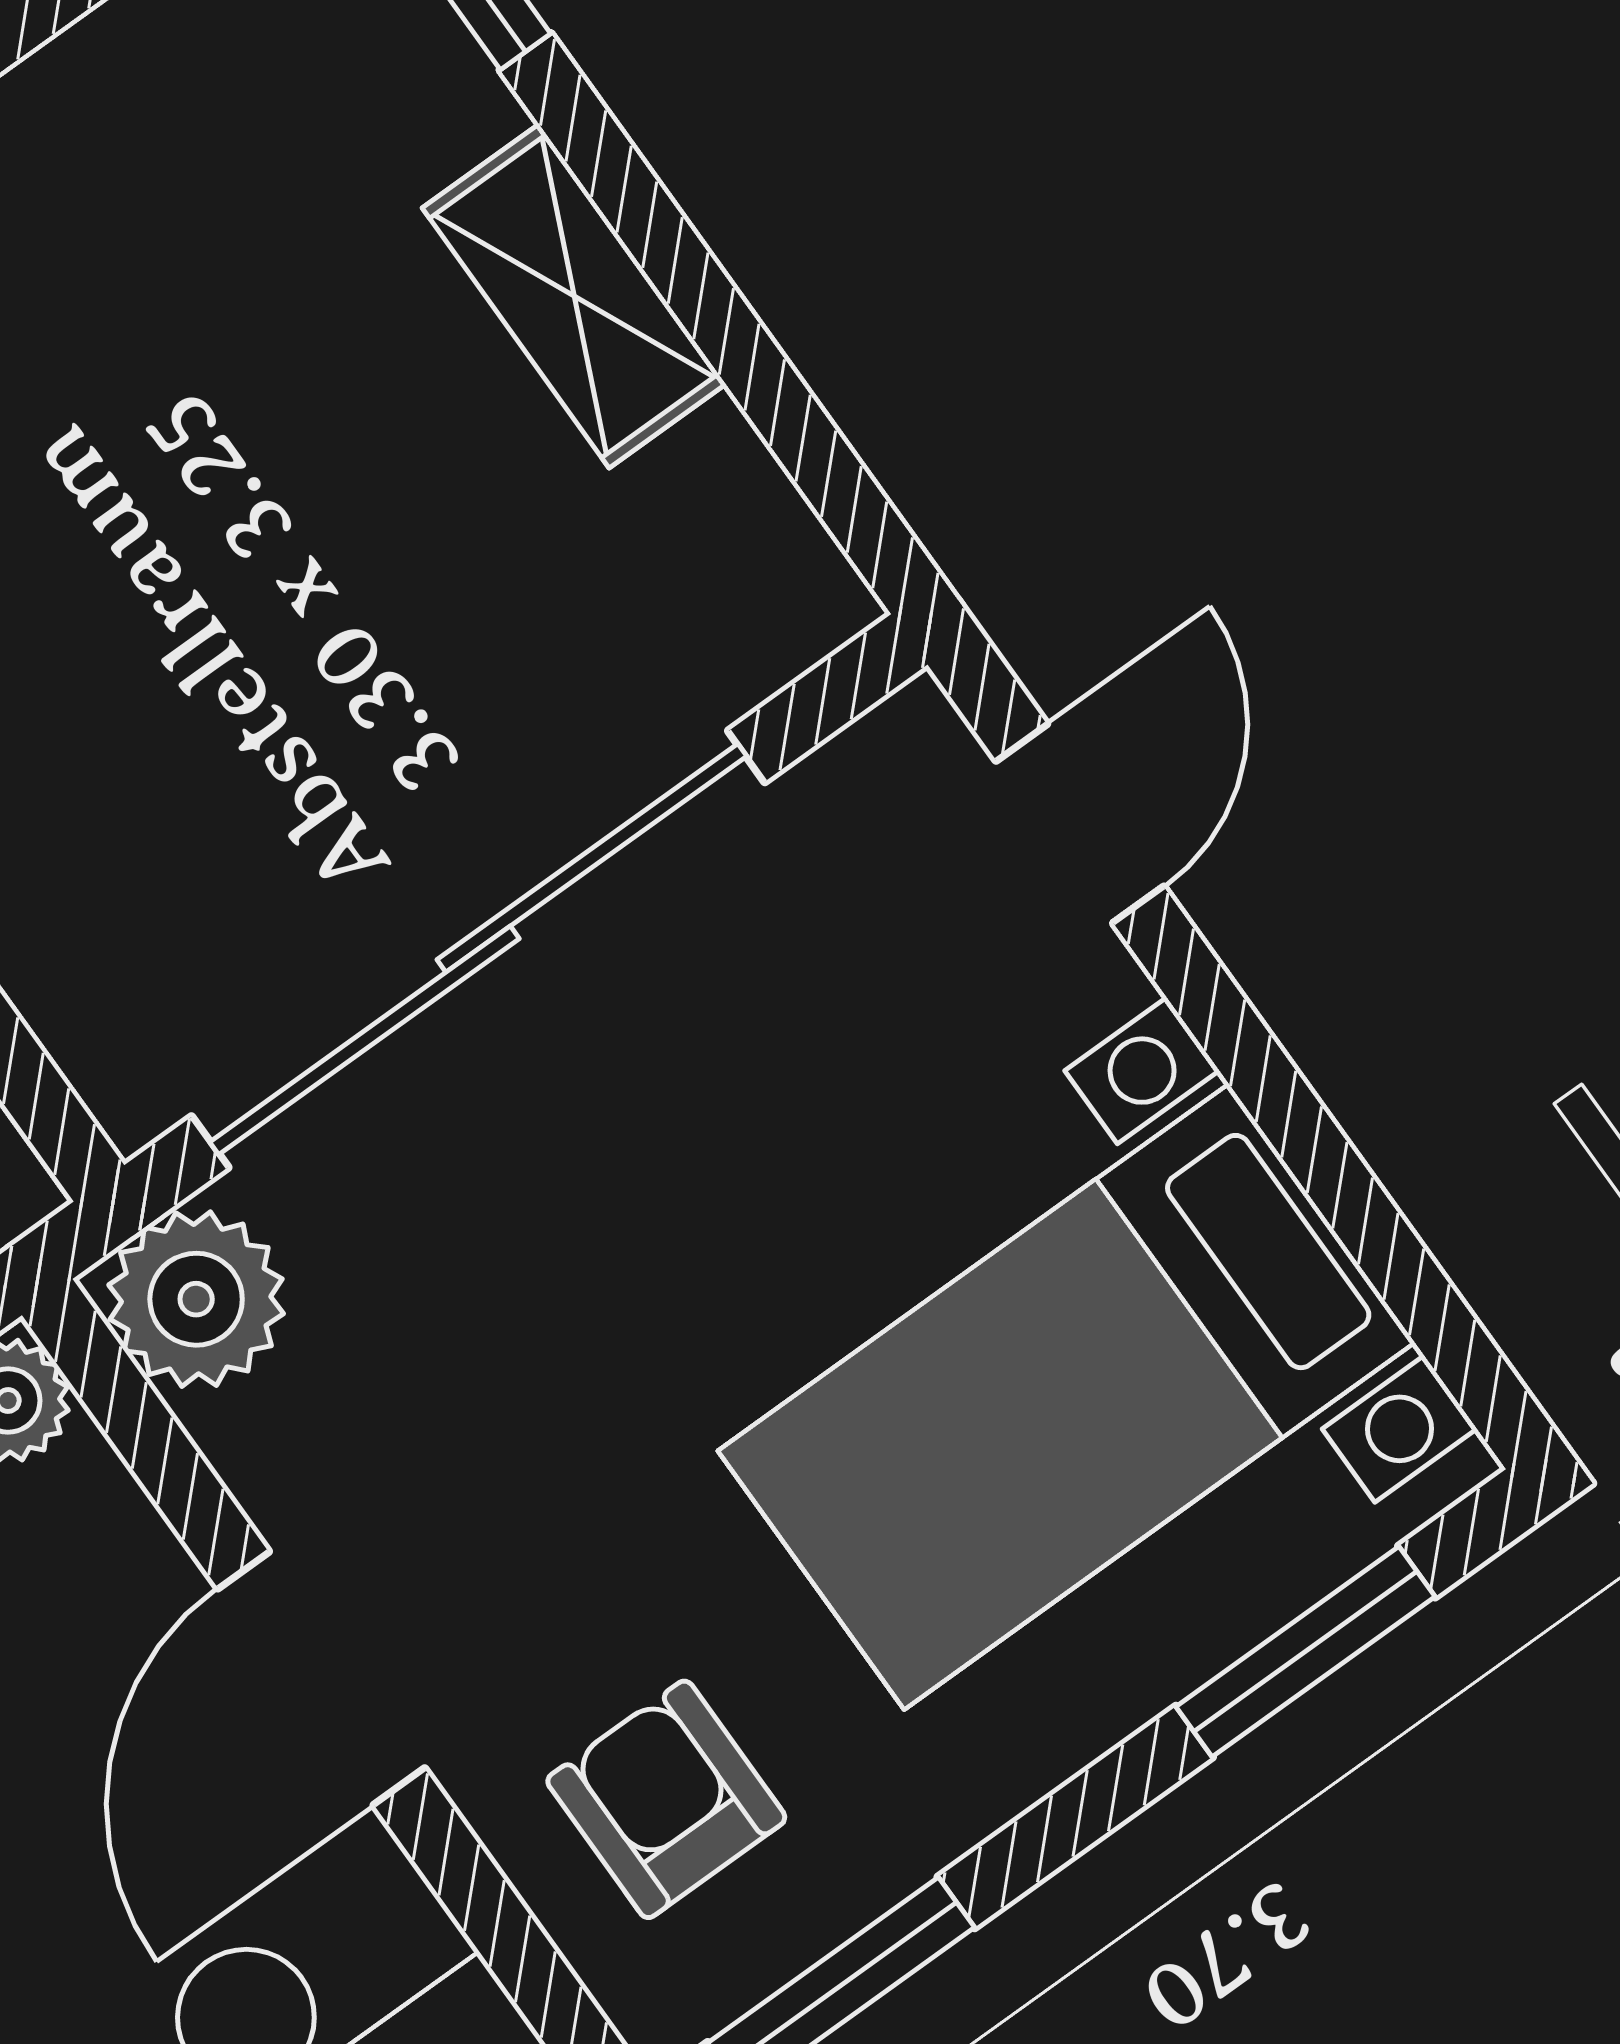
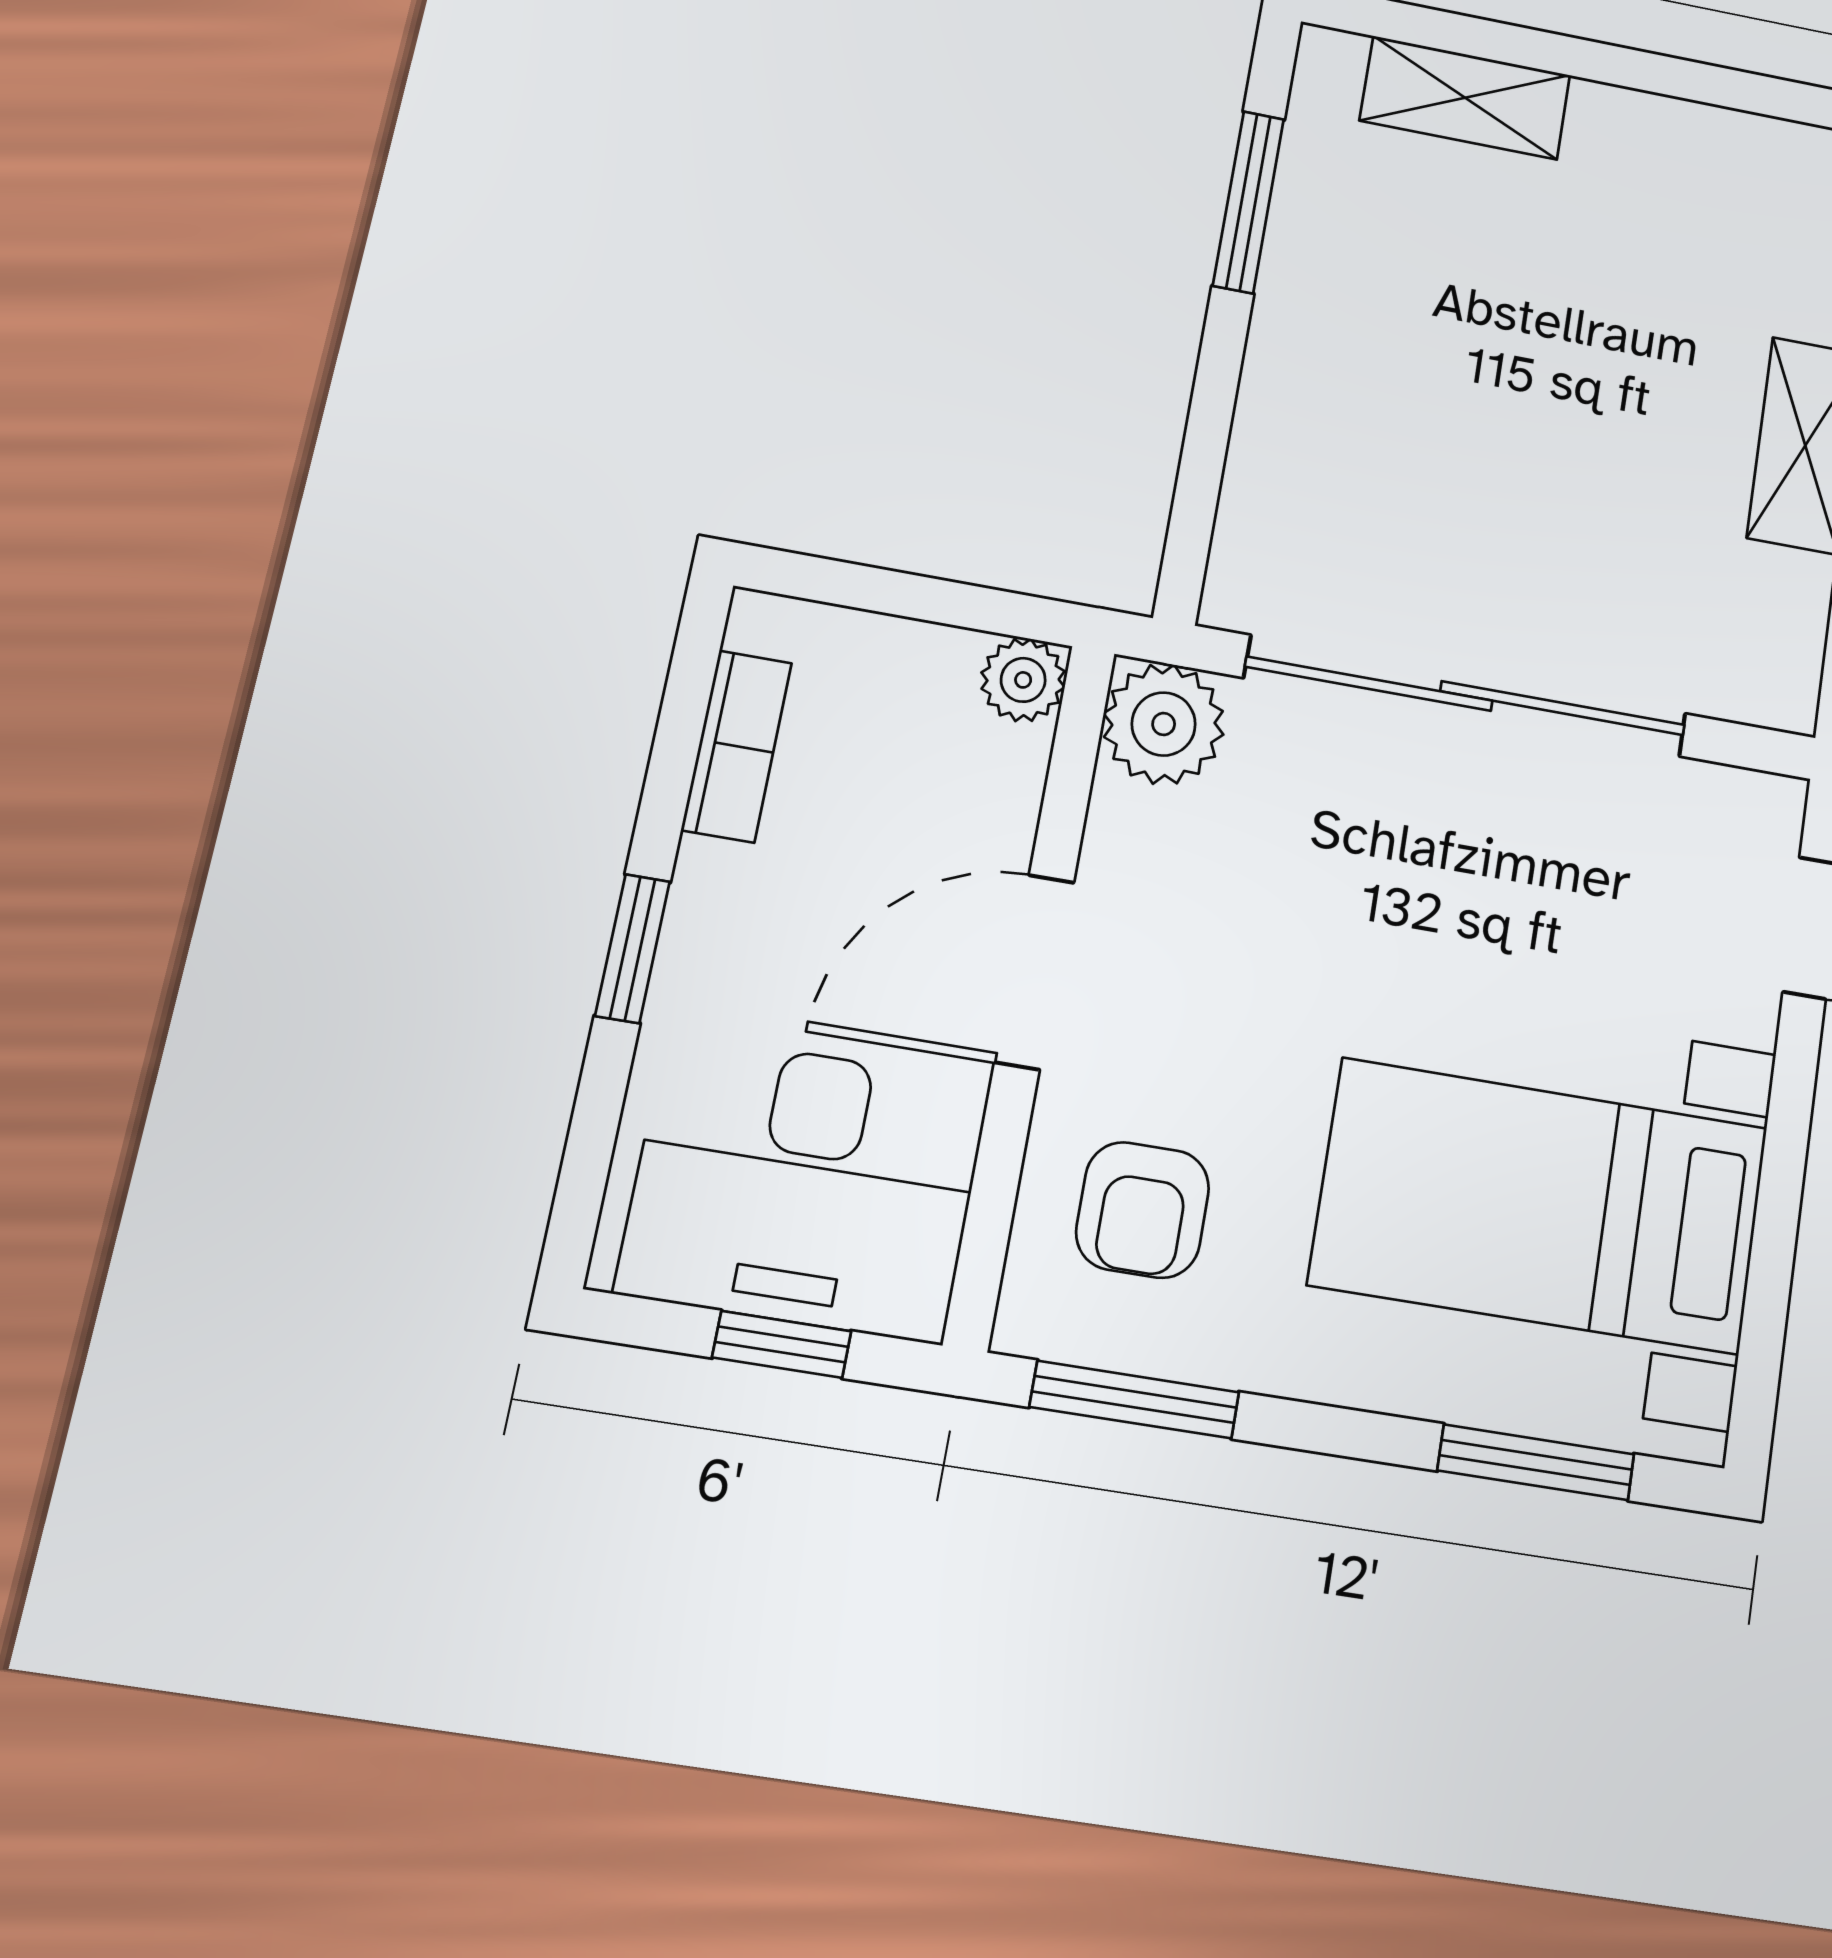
armchair: (666, 1799) -> (1143, 1210), turned 180

